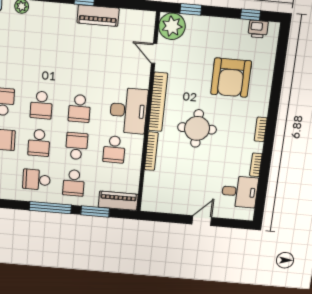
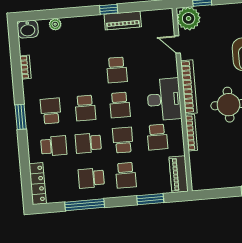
school desk: (82, 70) -> (117, 70), added
school desk: (39, 143) -> (88, 143), turned 90
piano: (118, 201) -> (179, 174), moved, turned -90
window: (50, 208) -> (85, 205), moved

